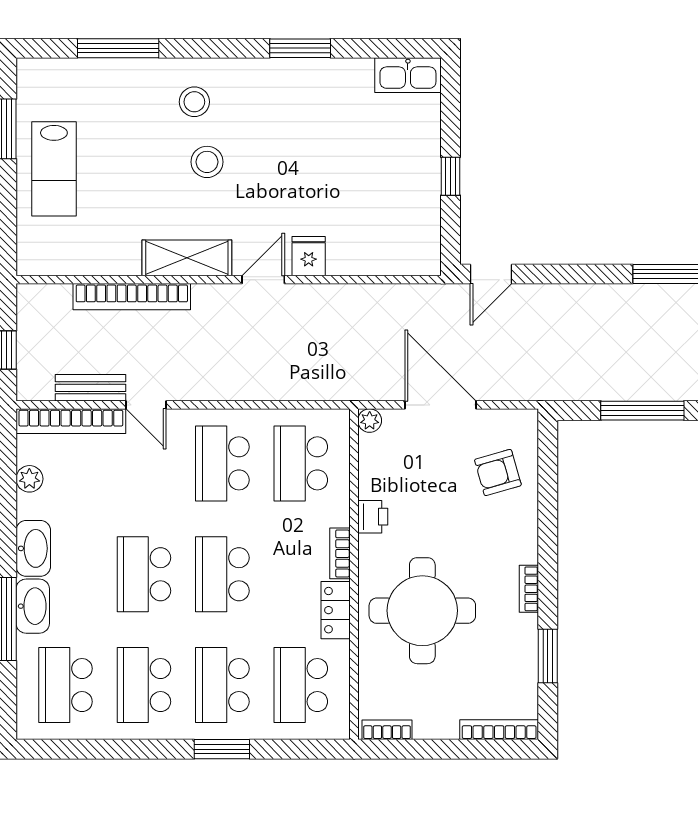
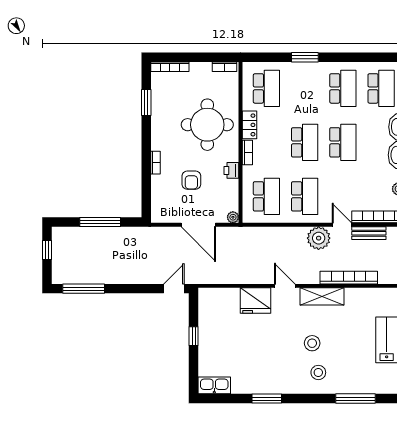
fridge: (309, 256) -> (256, 301), width x1.88, depth x1.34
door: (263, 280) -> (285, 286), swing flipped
plant: (194, 378) -> (319, 238), added
armchair: (498, 473) -> (191, 180), moved, turned 106
bookcase: (529, 589) -> (155, 163), moved
school desk: (222, 685) -> (305, 88), removed

